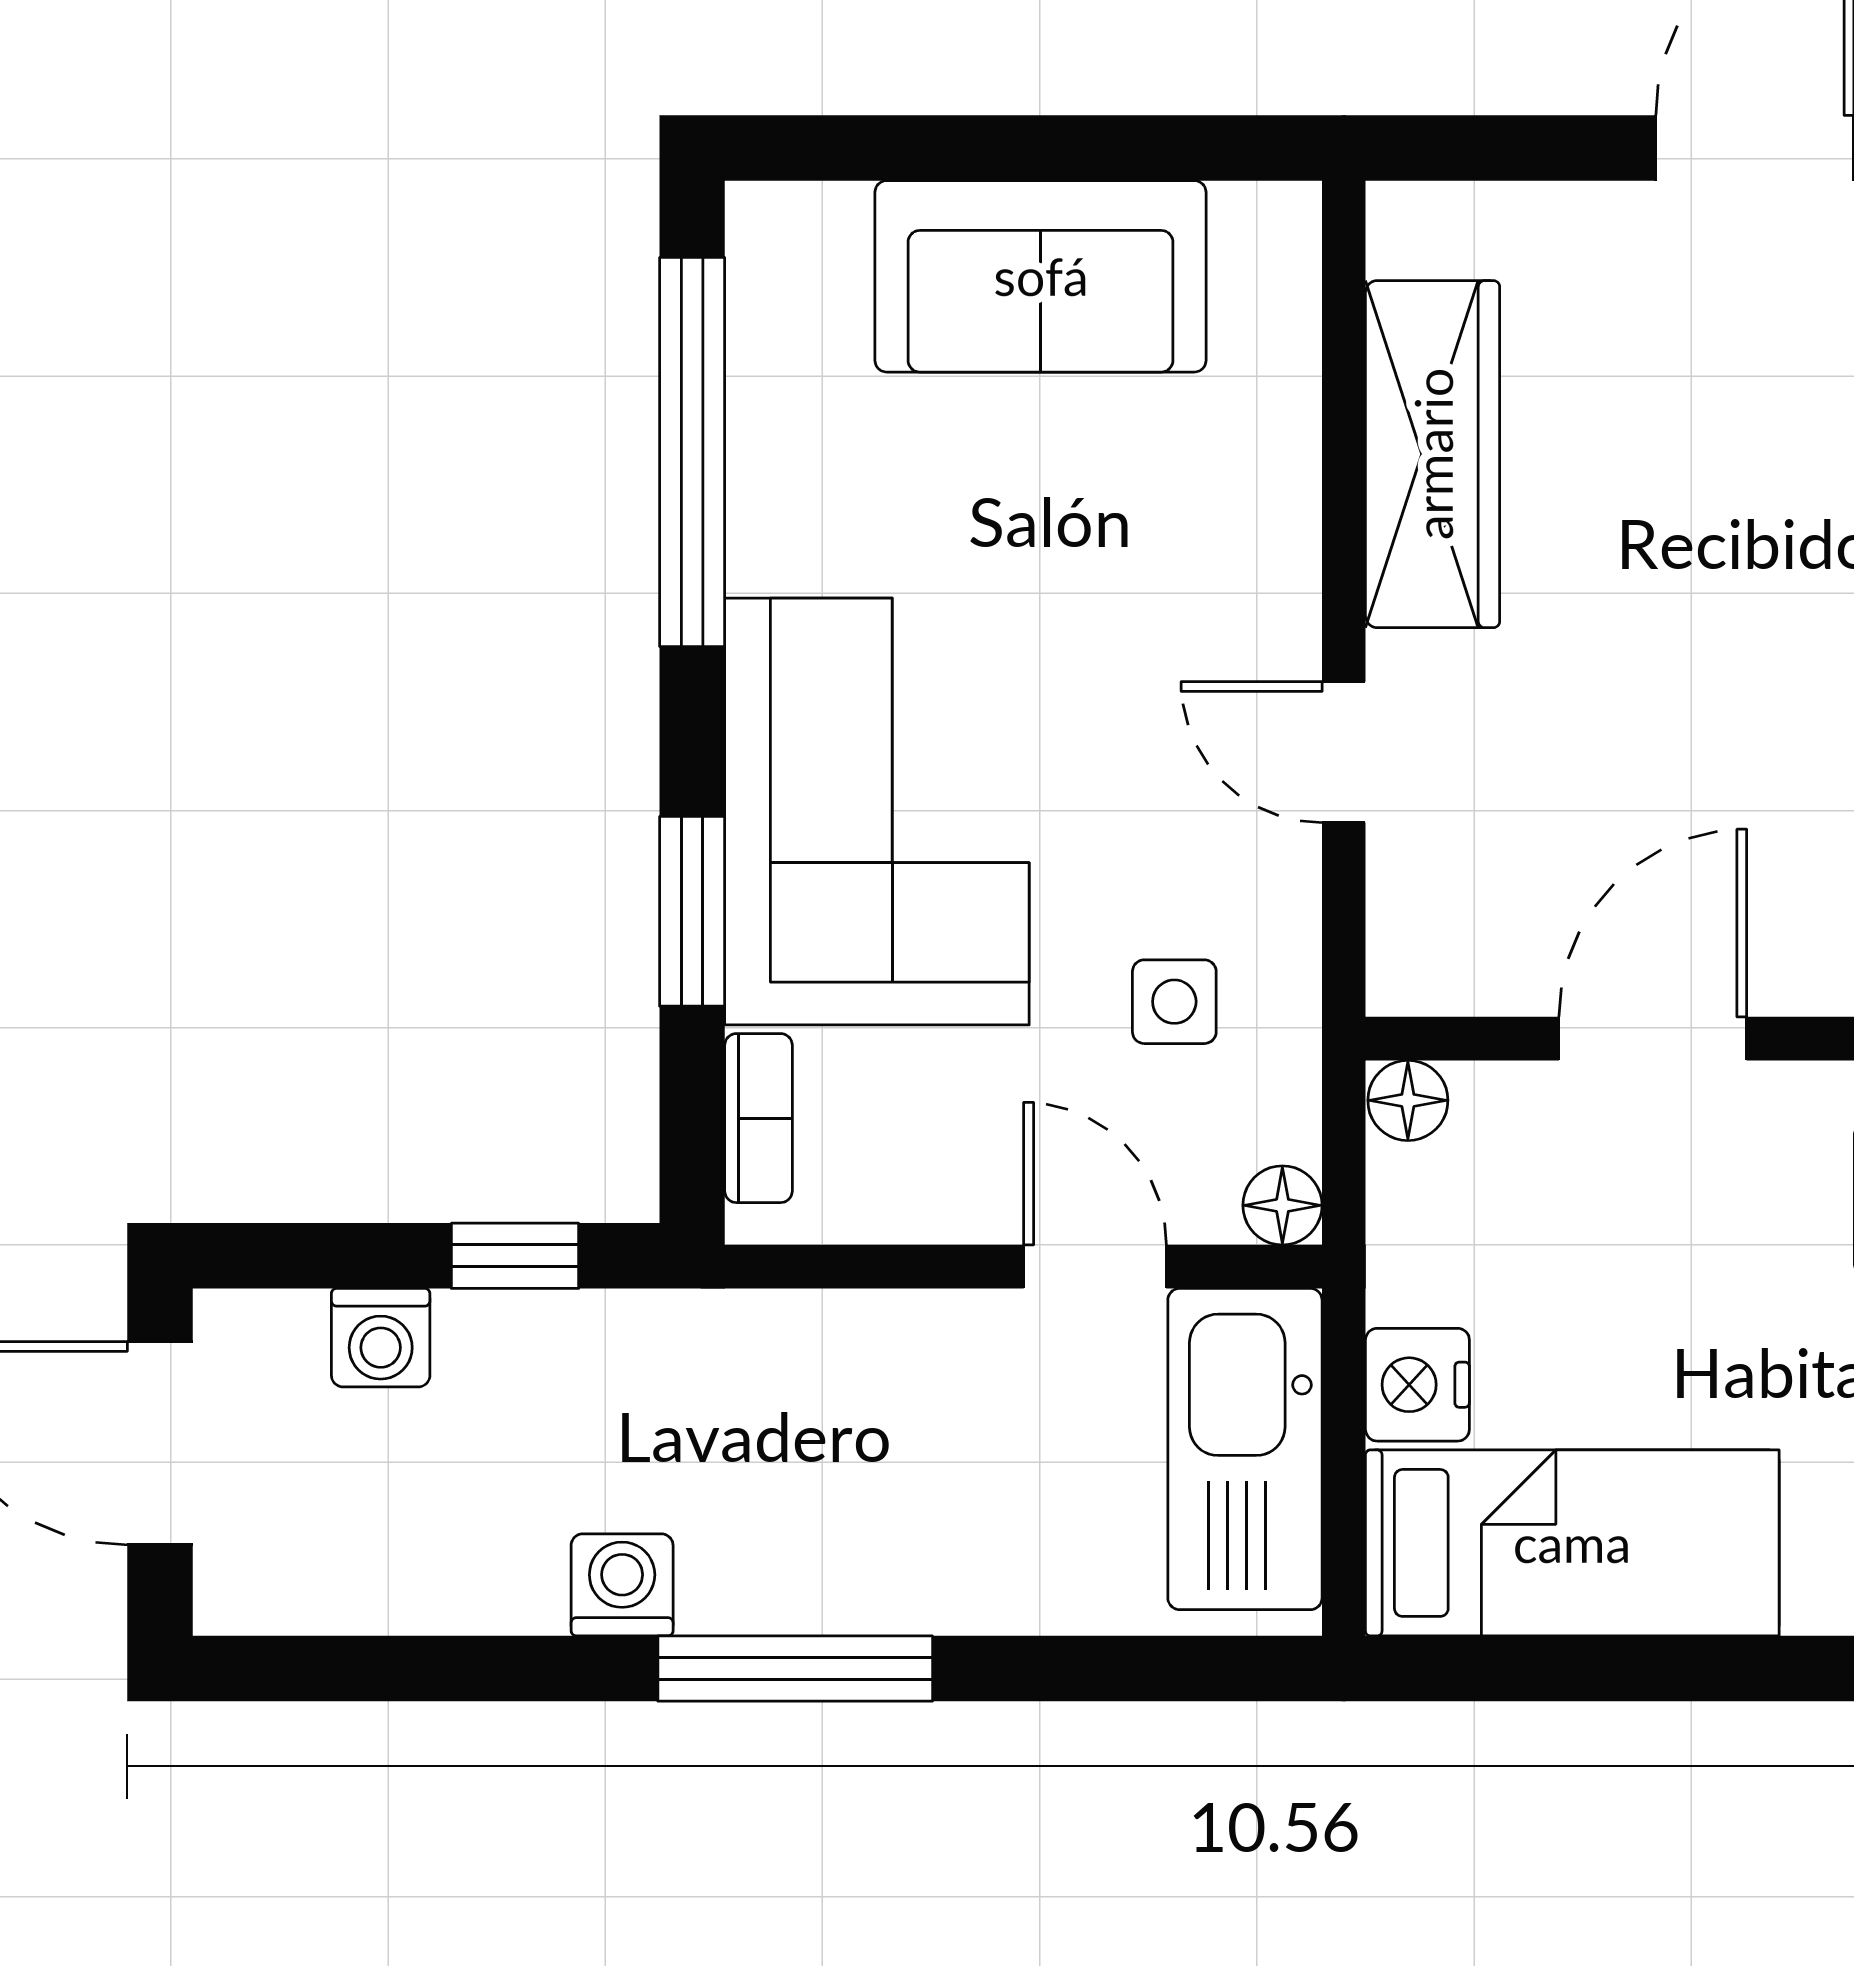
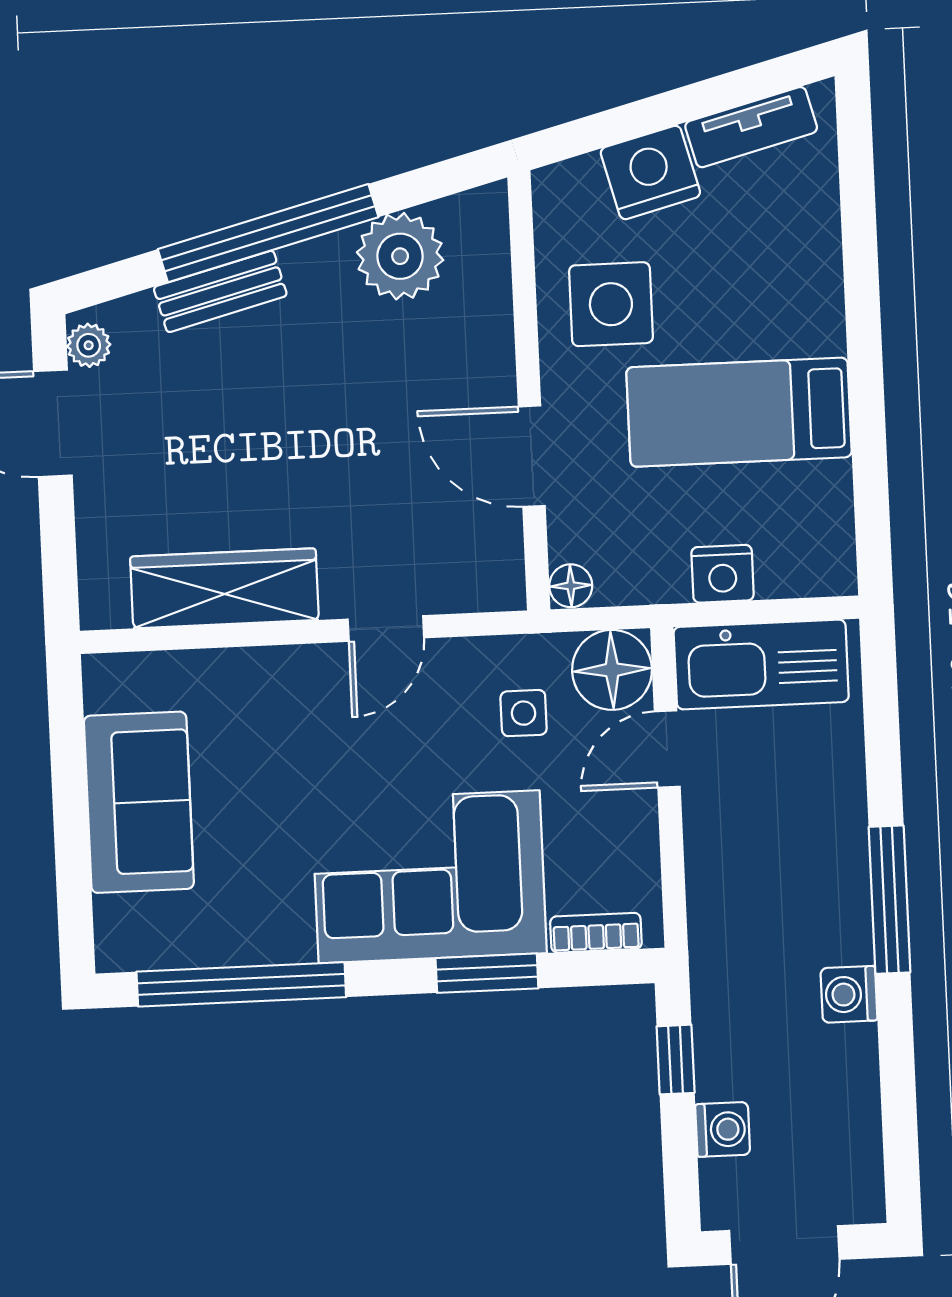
floor lamp: (1282, 1205) -> (612, 670), width x1.89, depth x1.89
bed: (1572, 1543) -> (739, 412), moved, turned -90

